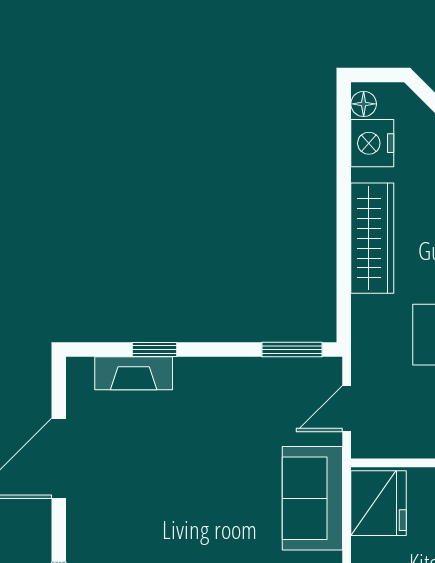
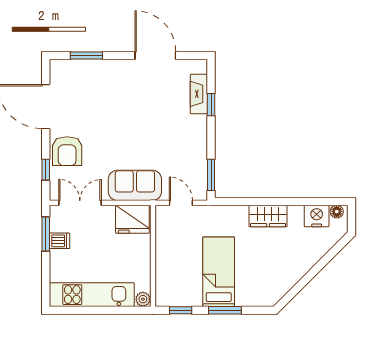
wardrobe: (372, 238) -> (268, 216), width x0.67

